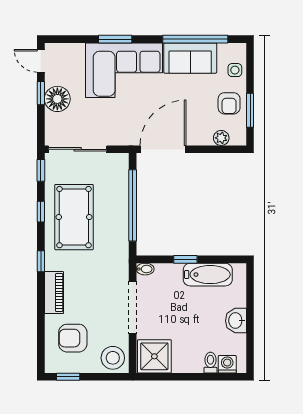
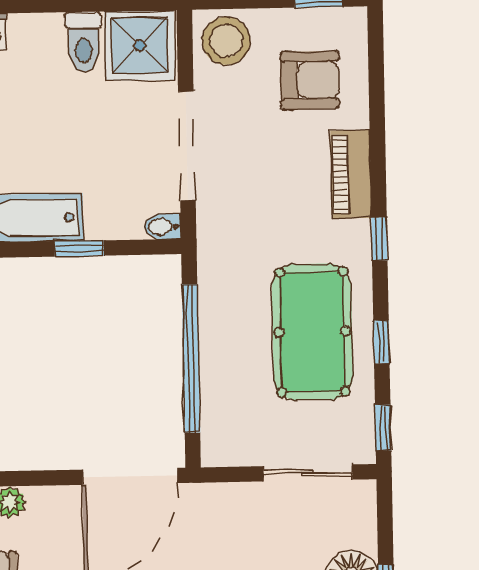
sliding door: (78, 149) -> (308, 473), width x0.73
toilet: (210, 363) -> (83, 42), moved, width x1.37, depth x1.39

